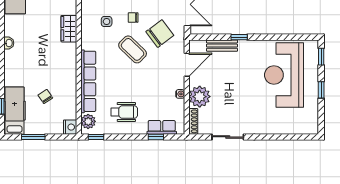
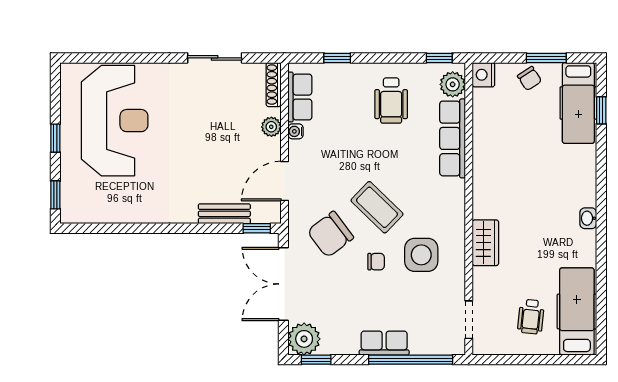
side table: (107, 22) -> (421, 255), width x1.87, depth x1.87
window: (239, 37) -> (257, 228), moved
reception desk: (284, 75) -> (115, 121), moved
row of seats: (88, 81) -> (453, 138), width x0.73
chair: (45, 96) -> (530, 78), moved
plant: (200, 97) -> (271, 127), width x0.53, depth x0.53
wheelchair: (124, 112) -> (391, 101), turned -90
row of seats: (162, 127) -> (300, 97), moved, turned -90

